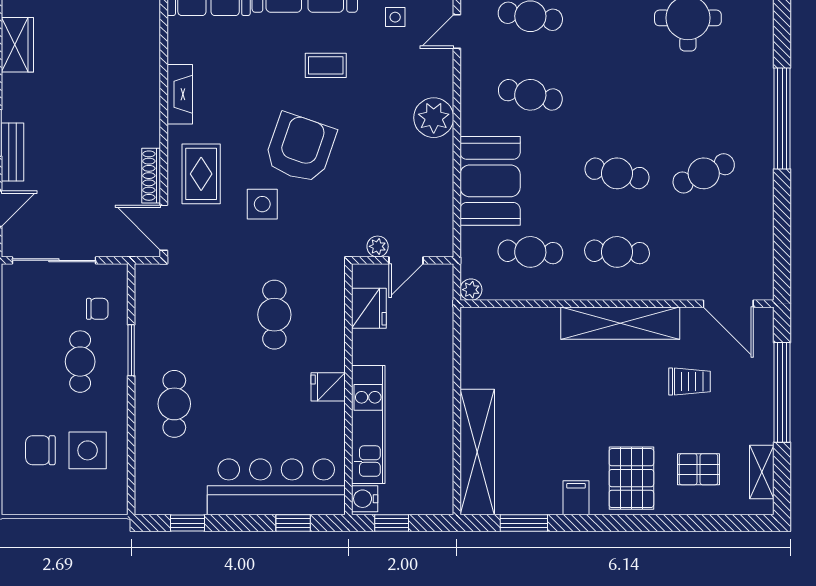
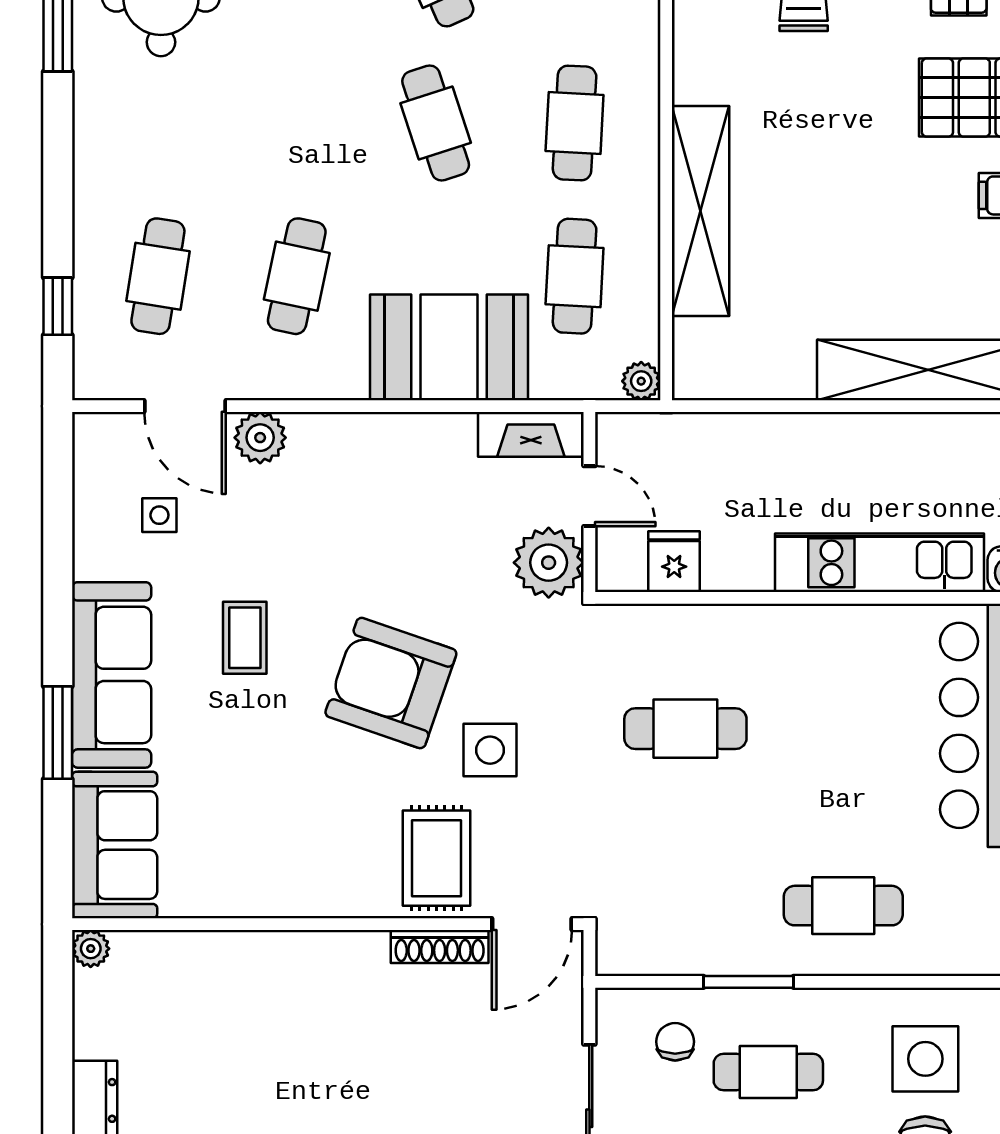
door: (457, 32) -> (185, 406), width x1.38
fireplace: (180, 94) -> (531, 434), moved, turned 180
plant: (434, 118) -> (260, 438), moved, width x0.73, depth x0.73
cafe table: (617, 173) -> (436, 123), turned -30
rug: (201, 174) -> (436, 858), turned 90
plant: (378, 246) -> (549, 563), width x1.88, depth x1.88
fridge: (369, 308) -> (674, 562), width x0.72
shelving: (620, 323) -> (701, 211), moved
fridge: (328, 387) -> (813, 634), removed

